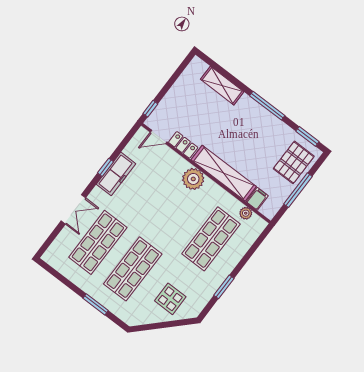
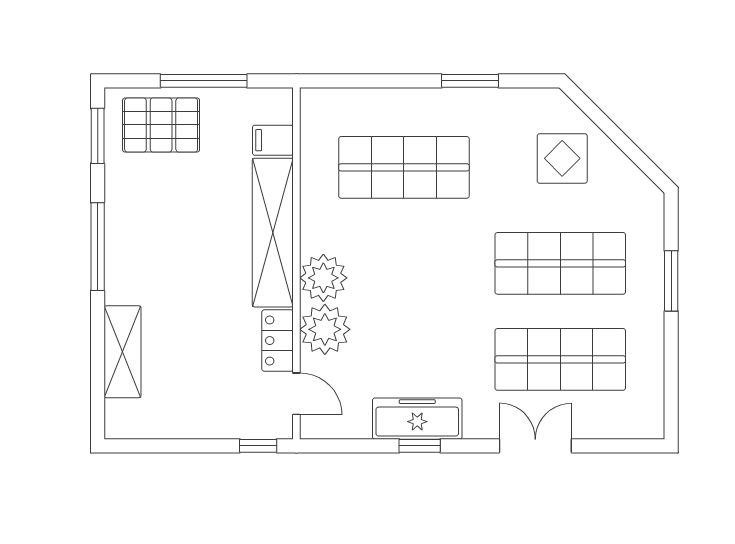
plant: (246, 213) -> (325, 329), moved, width x1.88, depth x1.88

